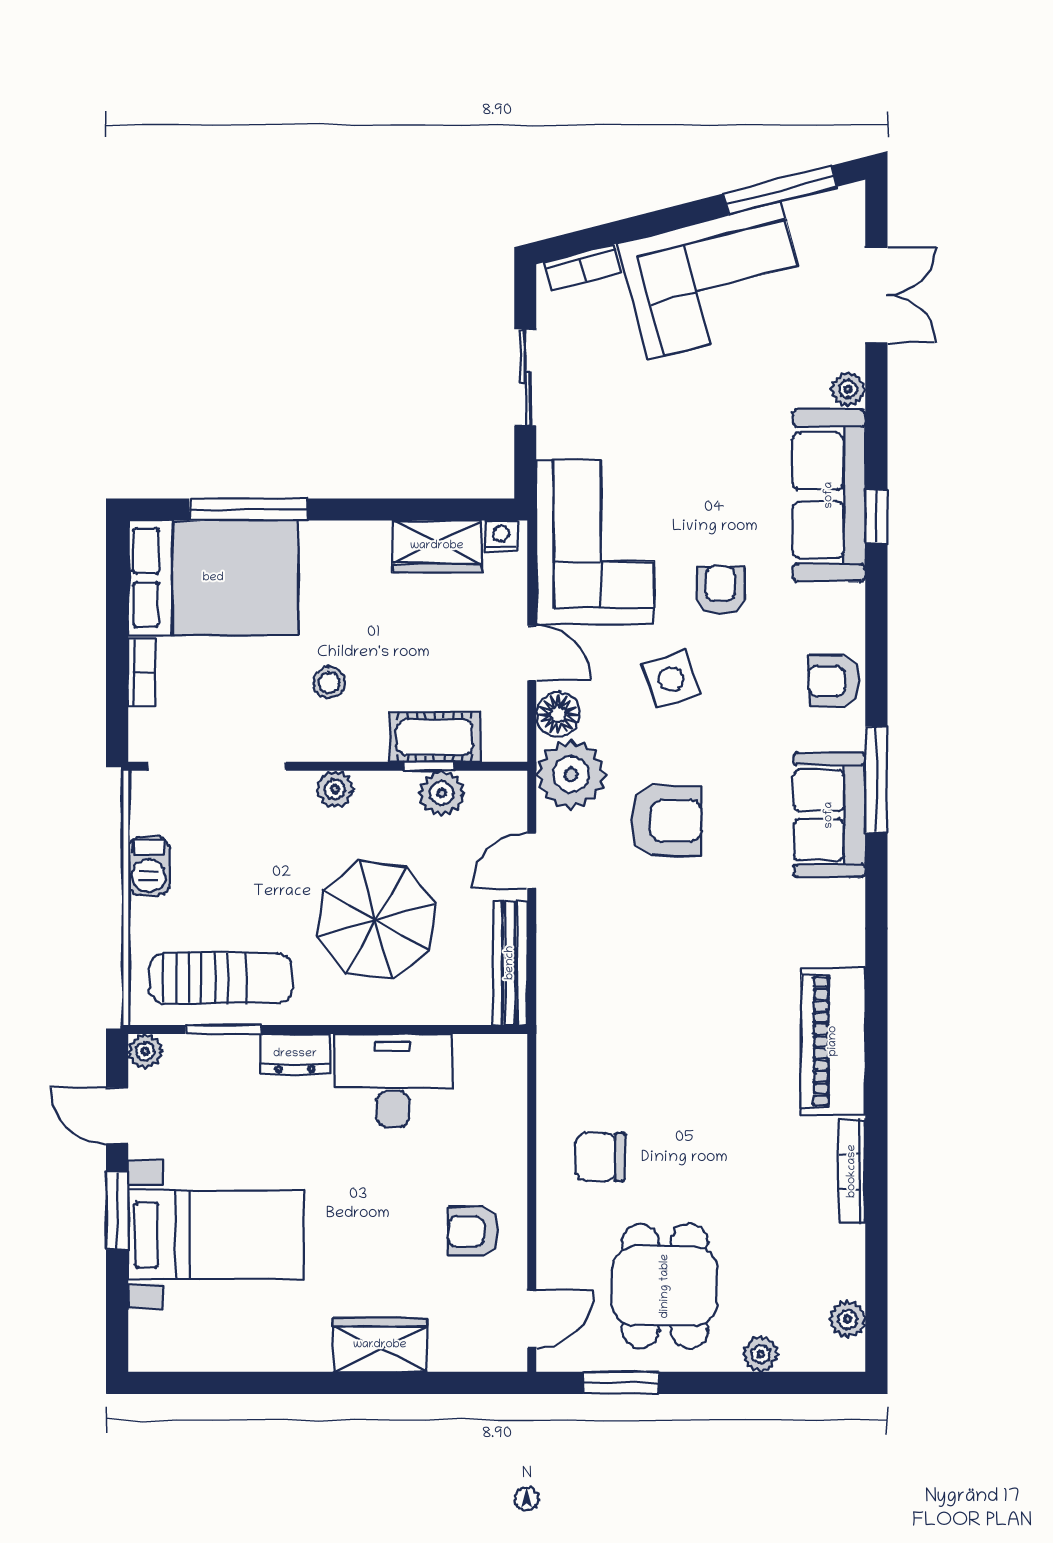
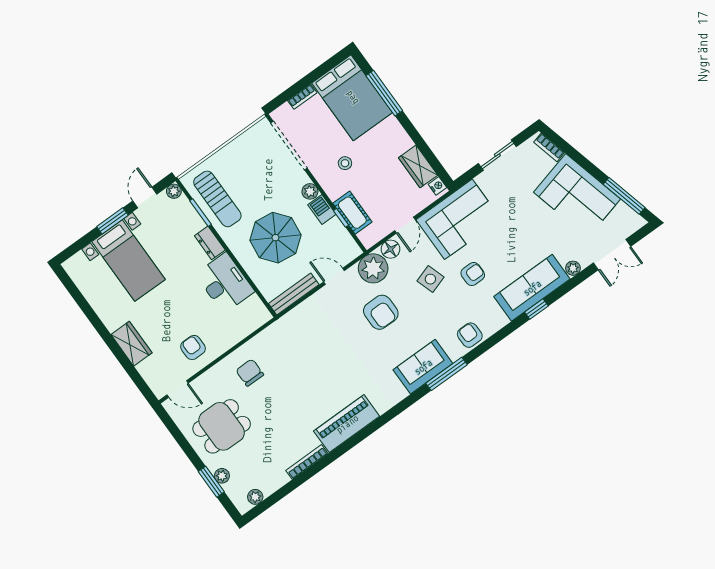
plant: (442, 793) -> (335, 229), removed
barbecue: (149, 866) -> (322, 210), moved, turned 90
window: (621, 1383) -> (211, 482), moved

